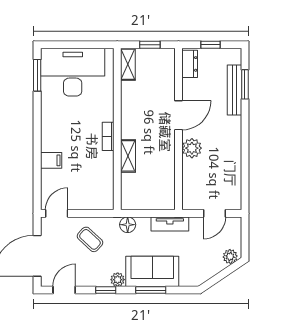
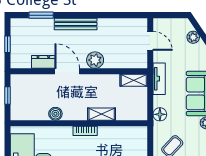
shelving: (128, 64) -> (134, 80), moved
dresser: (190, 64) -> (43, 62), moved
bench: (234, 90) -> (76, 24), moved
boiler: (128, 101) -> (55, 114), added
plant: (230, 257) -> (193, 37), moved

